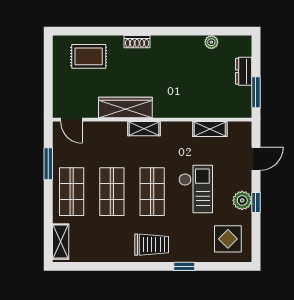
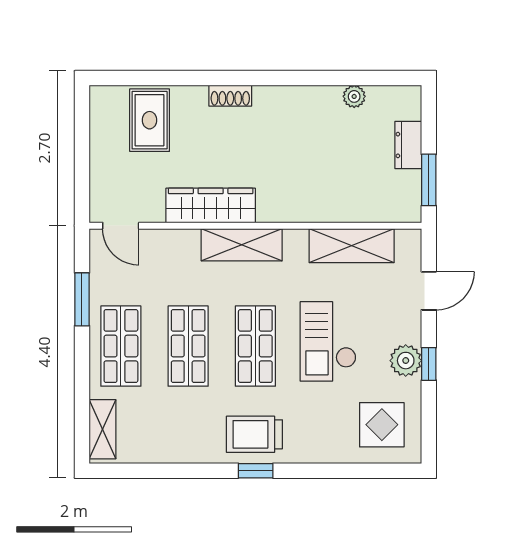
rug: (89, 56) -> (150, 120), turned 90
shelving: (144, 129) -> (242, 245), width x1.50, depth x1.33
shelving: (210, 129) -> (352, 246), width x1.50, depth x1.33
checkout: (196, 189) -> (328, 341), turned 180
trolley: (152, 245) -> (254, 434), turned 180
window: (184, 266) -> (256, 471), moved

